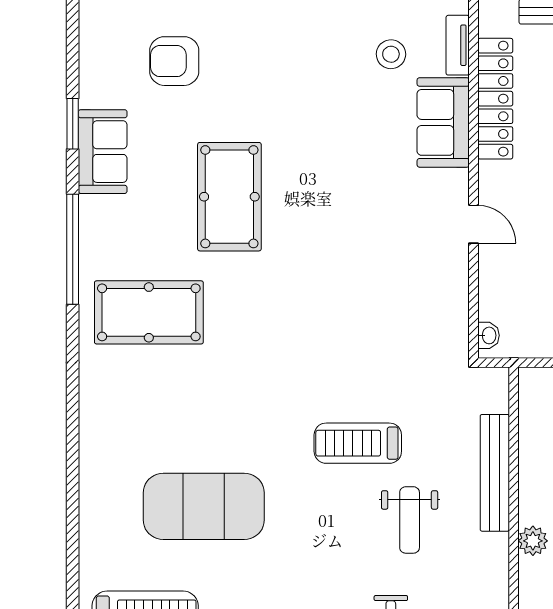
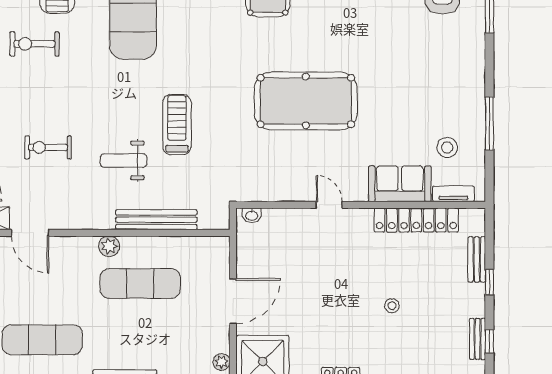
pool table: (229, 197) -> (306, 101), moved, width x1.36, depth x1.32
door: (473, 224) -> (329, 205), swing flipped

